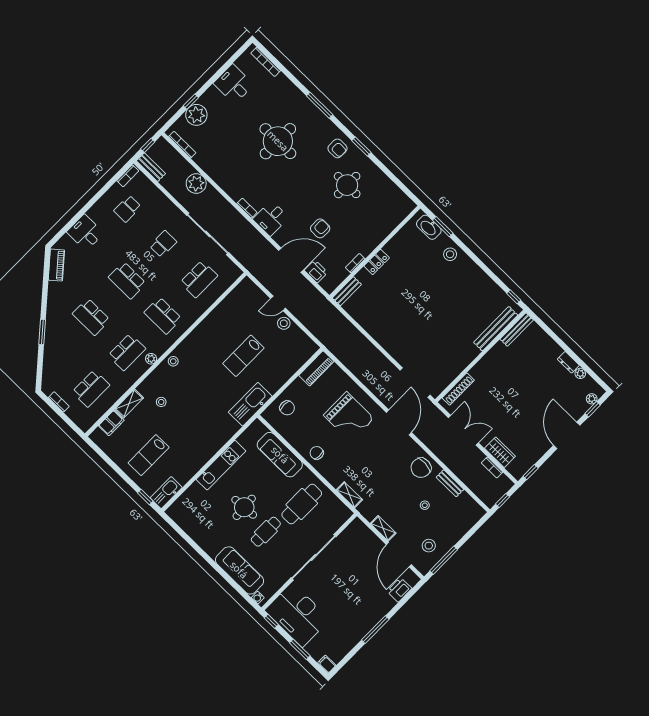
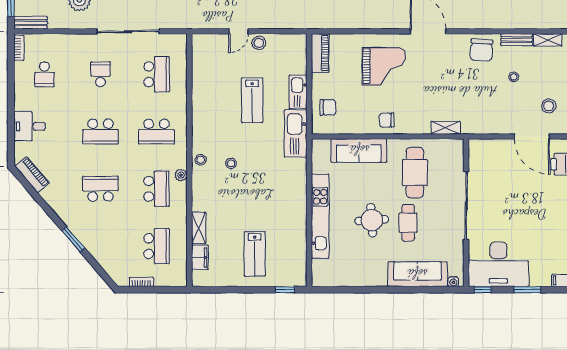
school desk: (91, 317) -> (100, 189), turned 180
stool: (161, 402) -> (231, 163), moved
kitchen unit: (221, 465) -> (320, 216), width x1.36
kitchen sink: (166, 493) -> (298, 92), moved
shelving: (383, 528) -> (548, 40), moved

